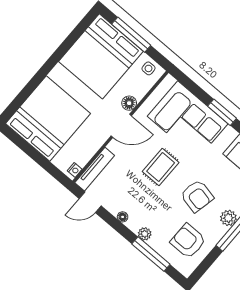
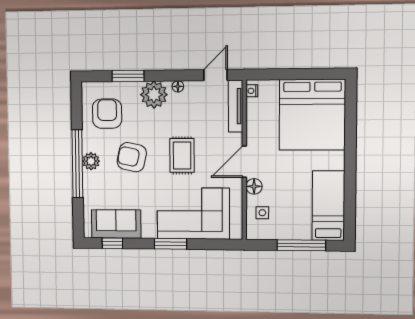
bed: (101, 56) -> (328, 206), width x0.49
side table: (148, 68) -> (262, 213), moved
plant: (145, 234) -> (154, 95), width x1.88, depth x1.88
armchair: (188, 241) -> (107, 114), turned -90
window: (151, 254) -> (128, 76), width x0.69

